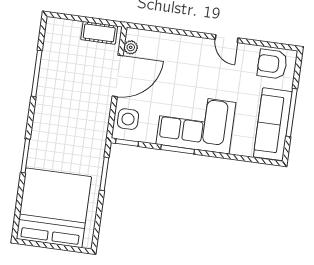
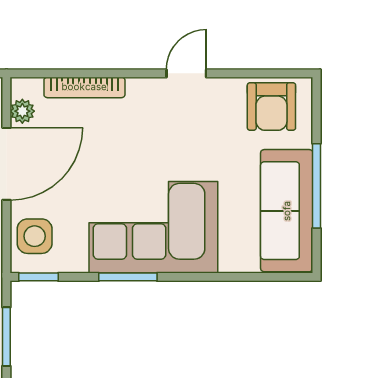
bookcase: (168, 39) -> (84, 87), added
door: (227, 39) -> (186, 73), swing flipped
armchair: (272, 64) -> (271, 107), turned -90

